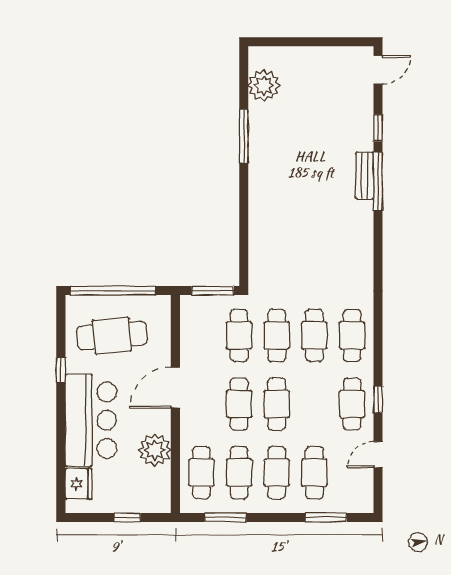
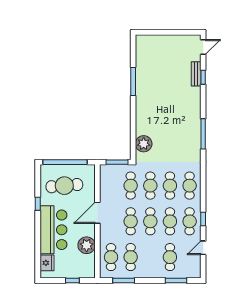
plant: (264, 86) -> (144, 144), moved
bench: (365, 176) -> (196, 74), moved
window: (378, 181) -> (203, 134), moved
cafe table: (277, 473) -> (170, 221), moved

